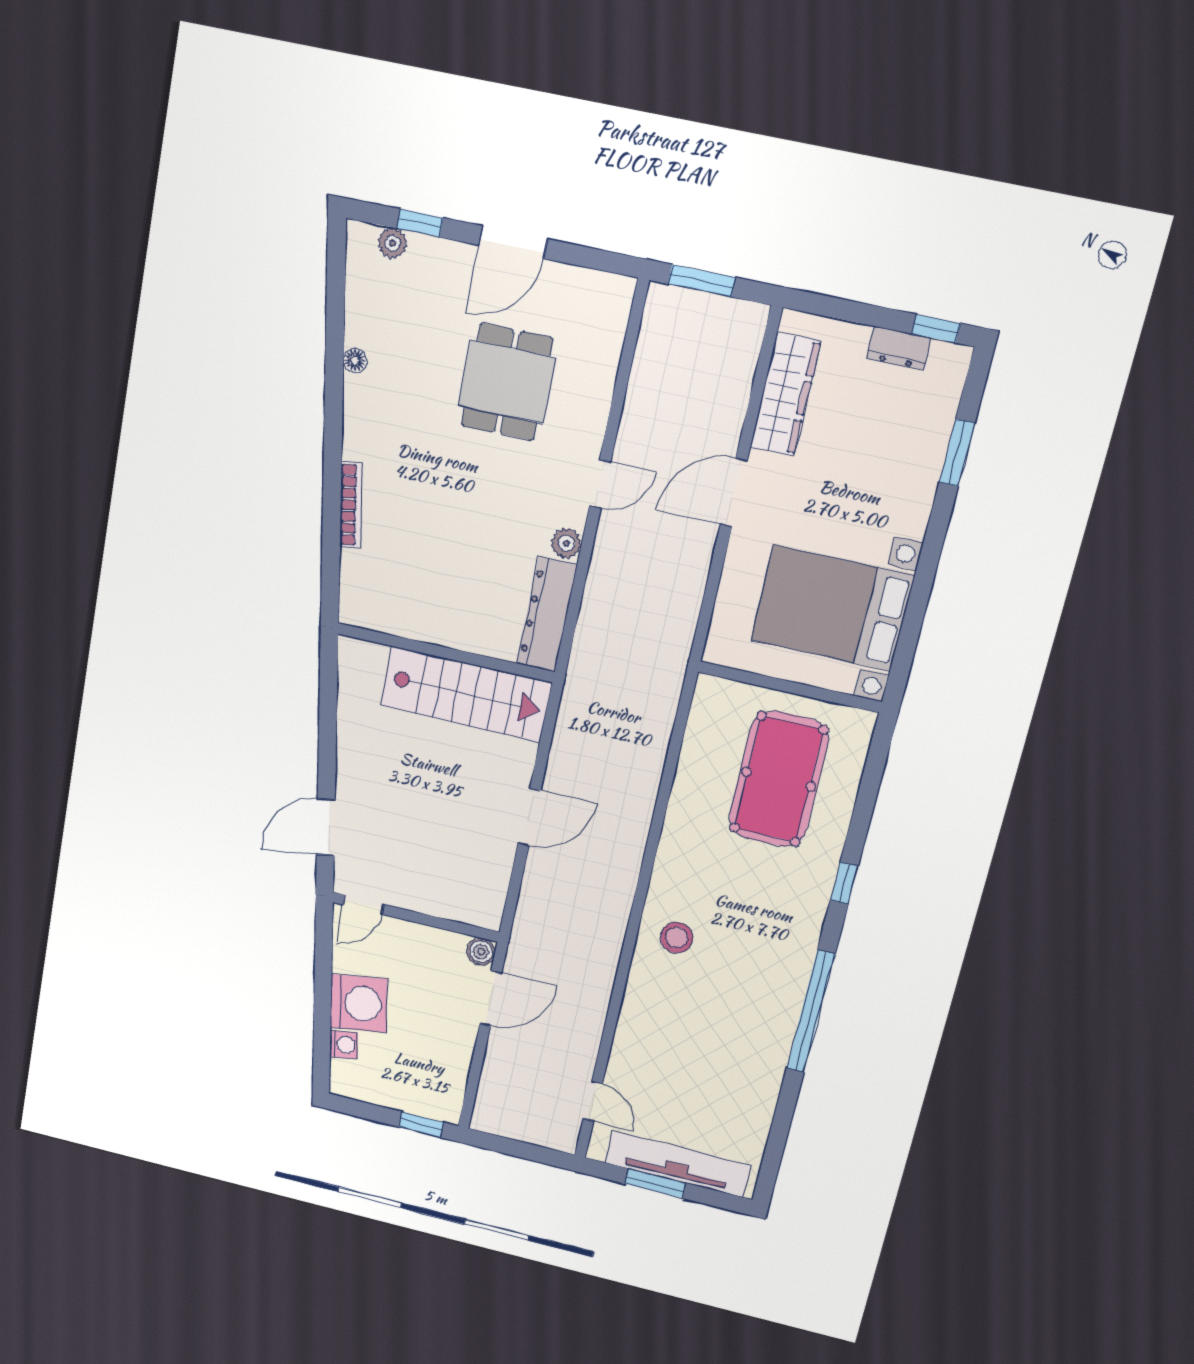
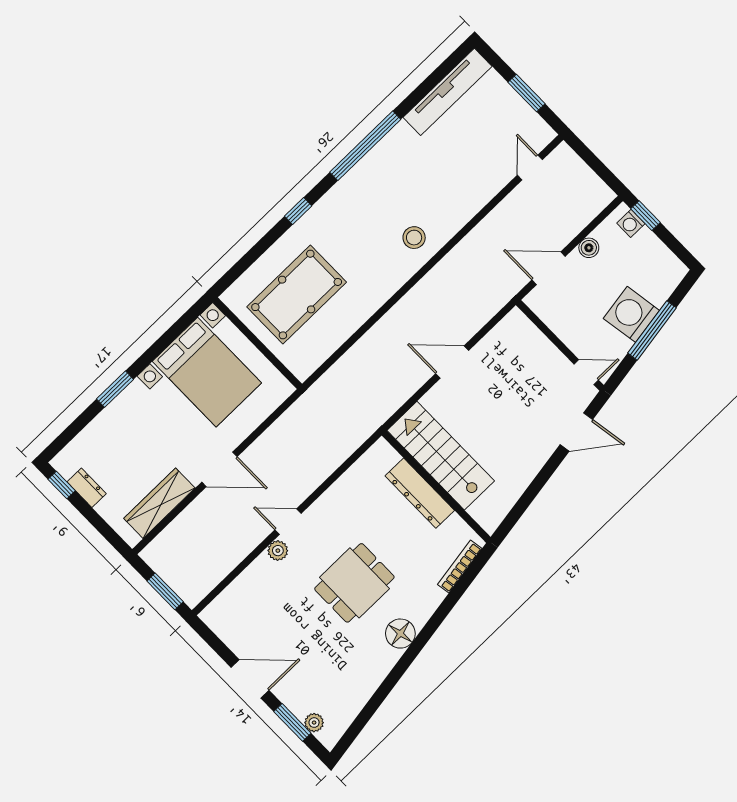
window: (420, 223) -> (292, 722), width x1.50
floor lamp: (355, 360) -> (400, 634), moved, width x1.89, depth x1.89
dining table: (507, 382) -> (354, 583), moved
window: (957, 453) -> (115, 389), moved
bookcase: (351, 505) -> (460, 567), moved
plant: (566, 543) -> (278, 551), moved
dresser: (547, 614) -> (420, 493), moved, turned 90
boiler: (481, 952) -> (589, 248), moved
window: (323, 999) -> (652, 330), added
washing machine: (344, 1045) -> (631, 223), moved, turned -81
tv unit: (678, 1164) -> (448, 92), moved, turned -90

